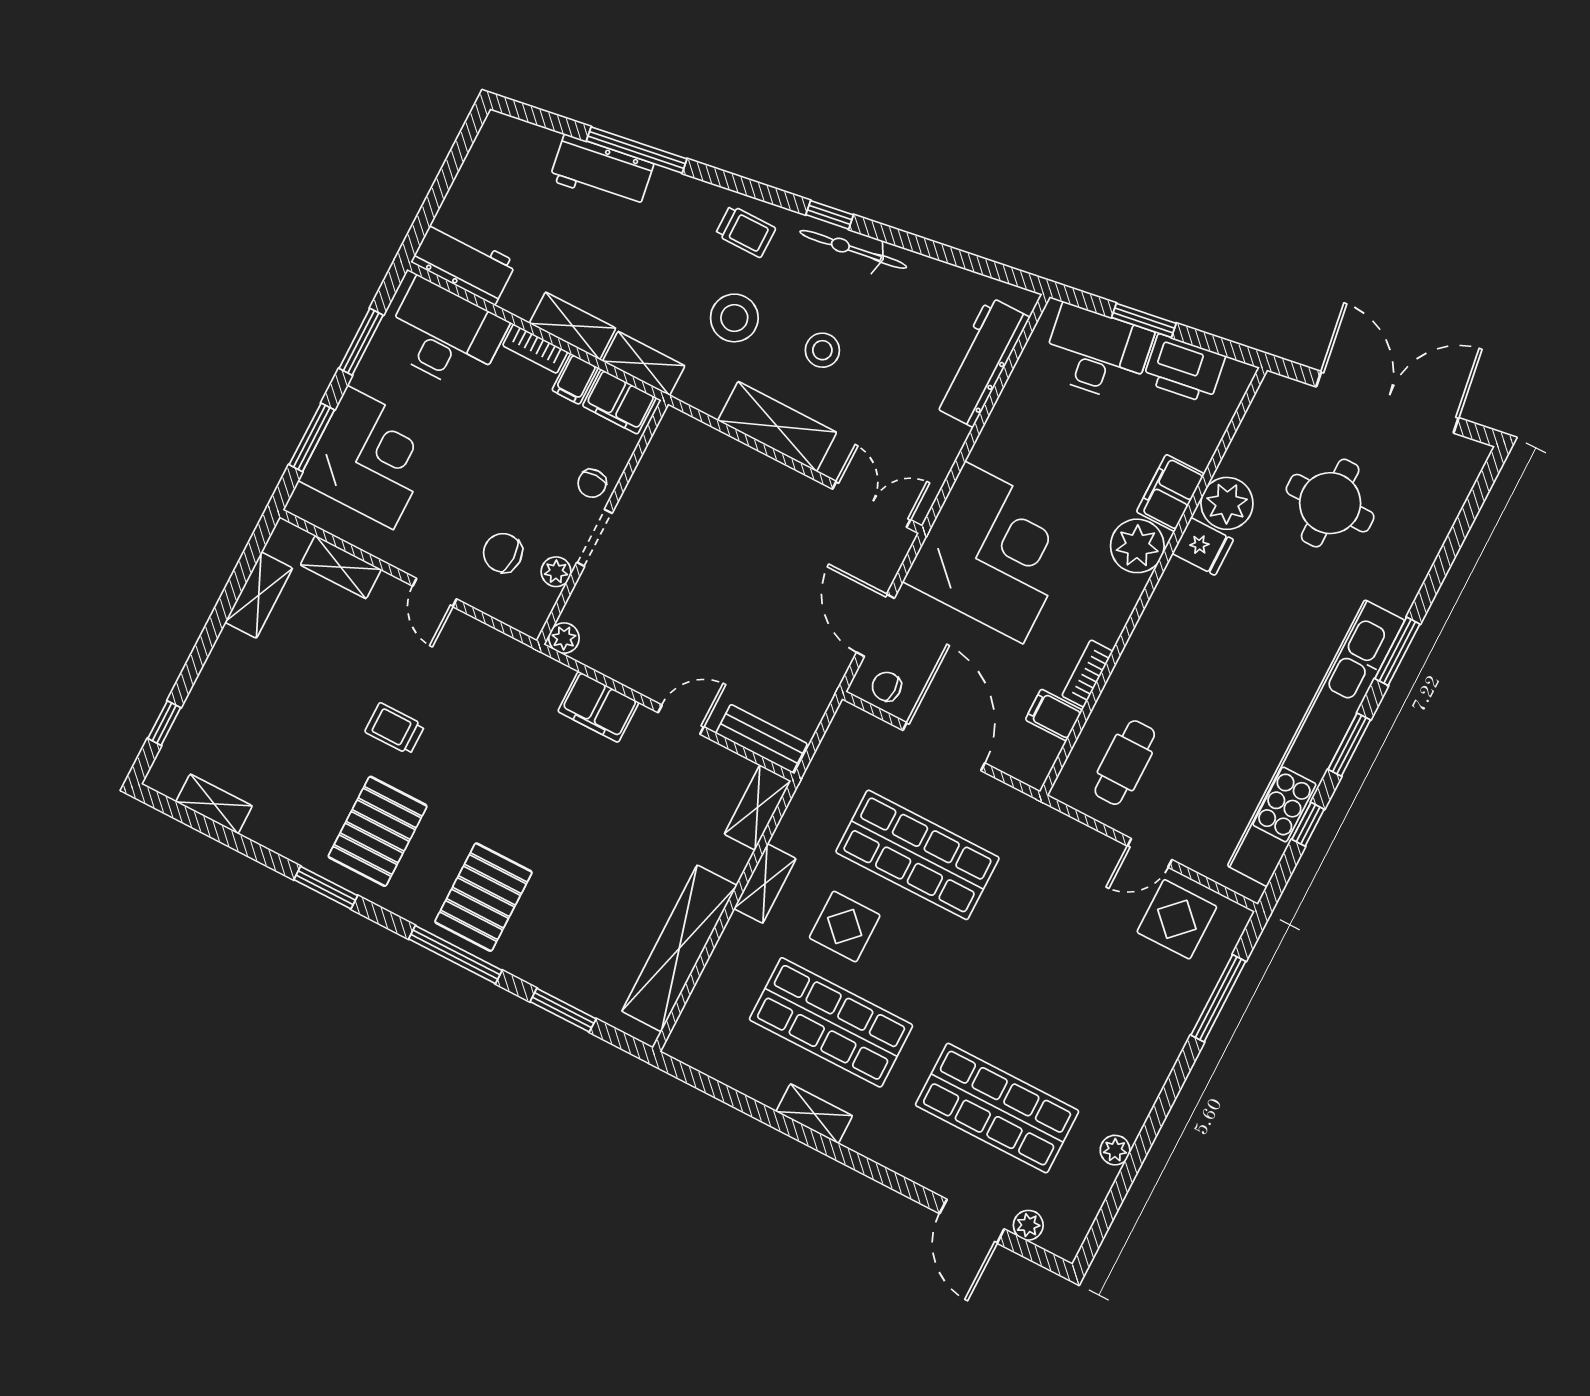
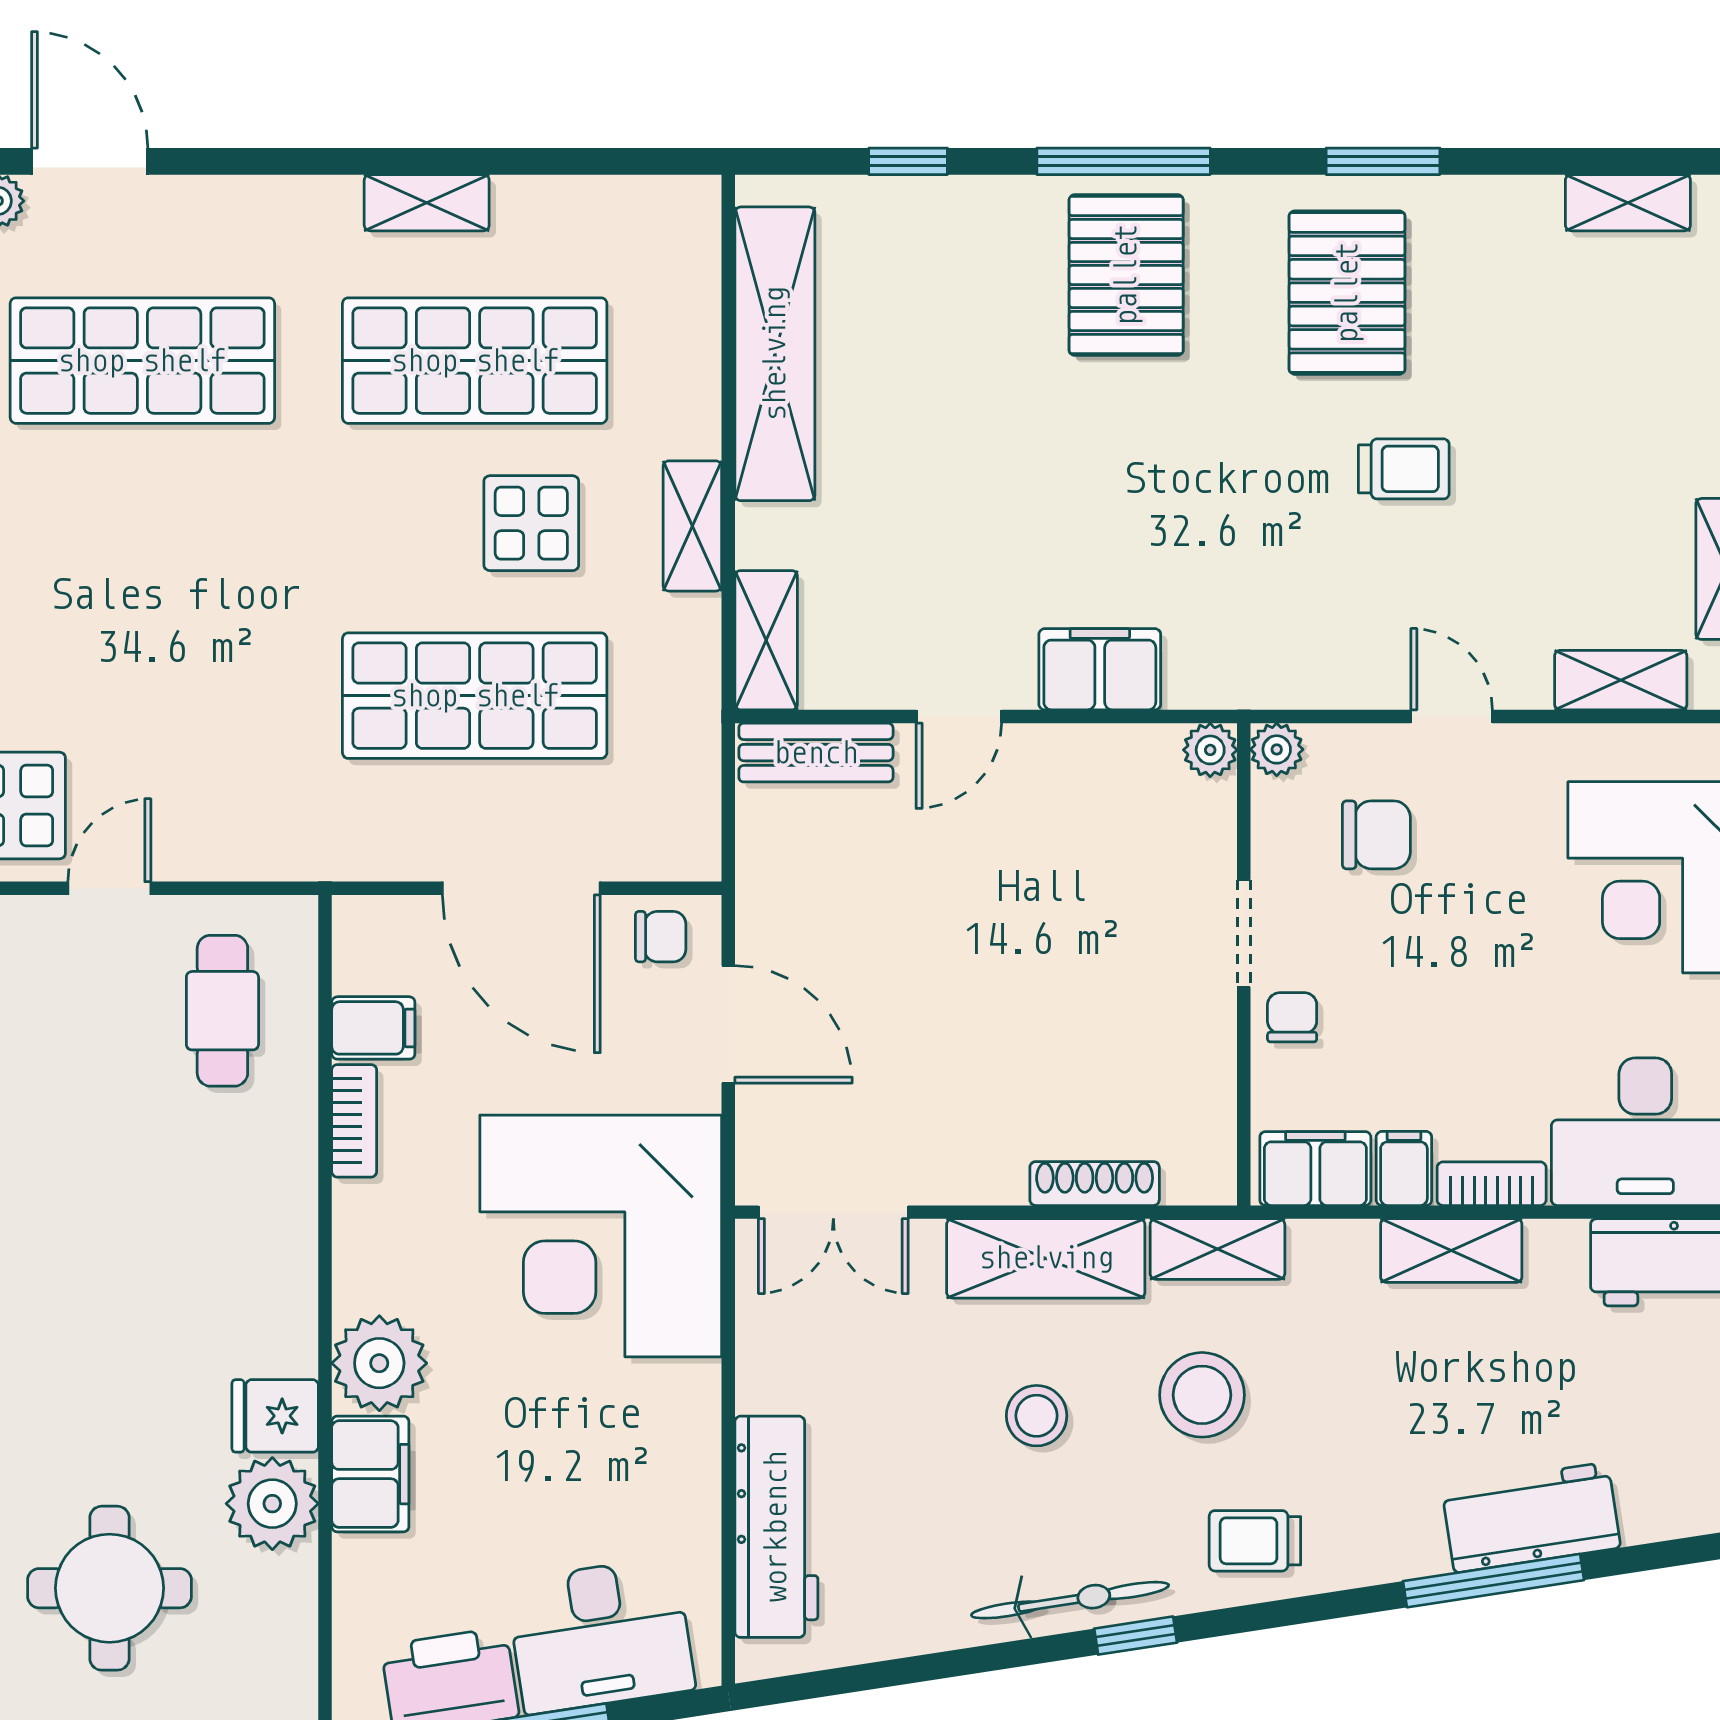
shelving: (644, 363) -> (1217, 1249), moved
shoe rack: (734, 451) -> (1095, 1184), added
plant: (556, 572) -> (1277, 749), moved
window: (563, 1010) -> (908, 161), width x0.67

